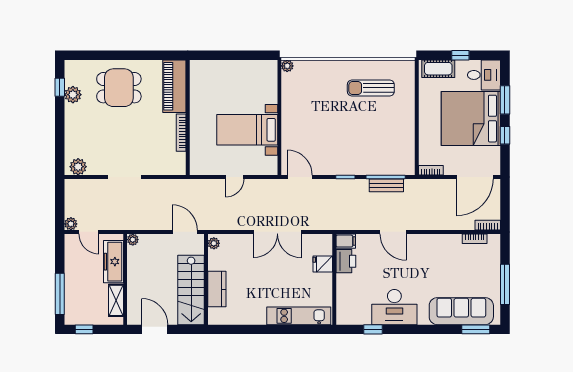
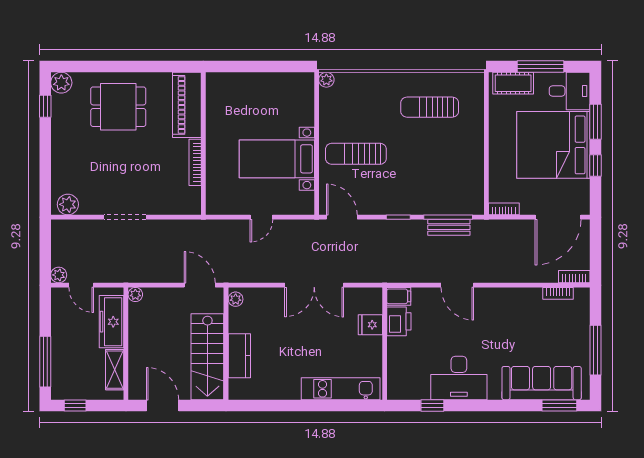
window: (460, 55) -> (540, 67), width x2.17
plant: (73, 95) -> (61, 83), moved
sun lounger: (311, 126) -> (356, 154), added

